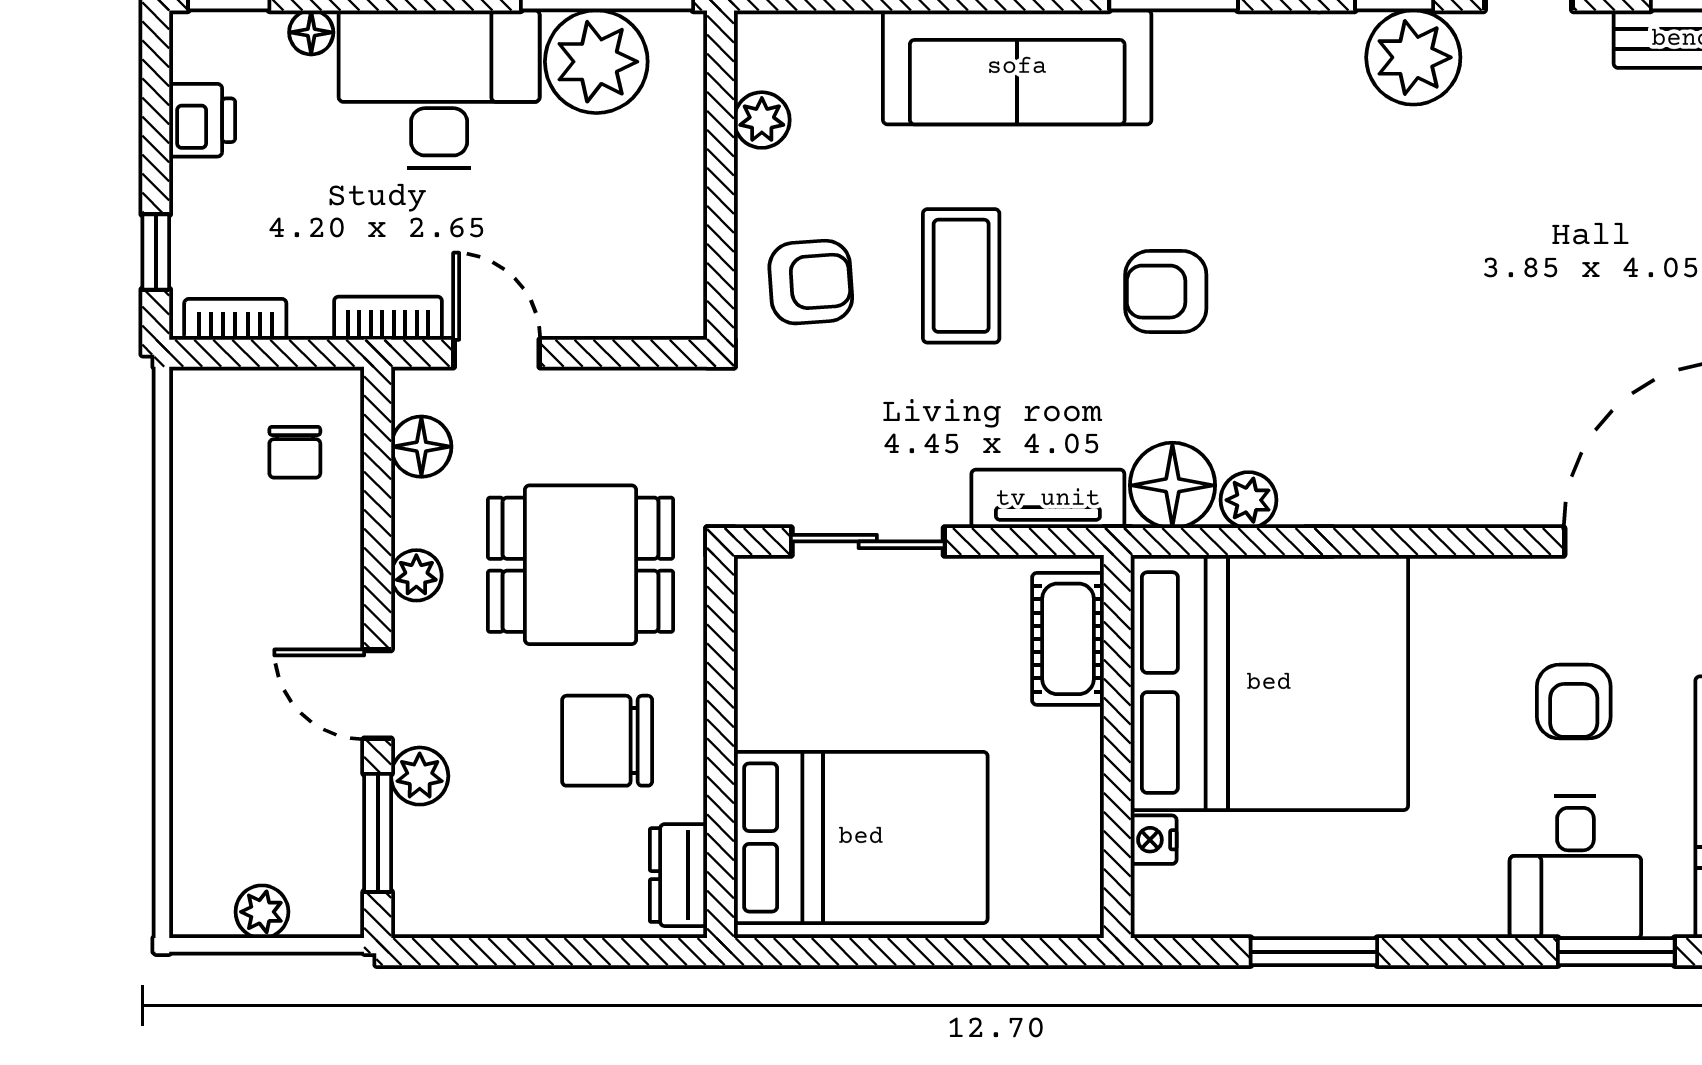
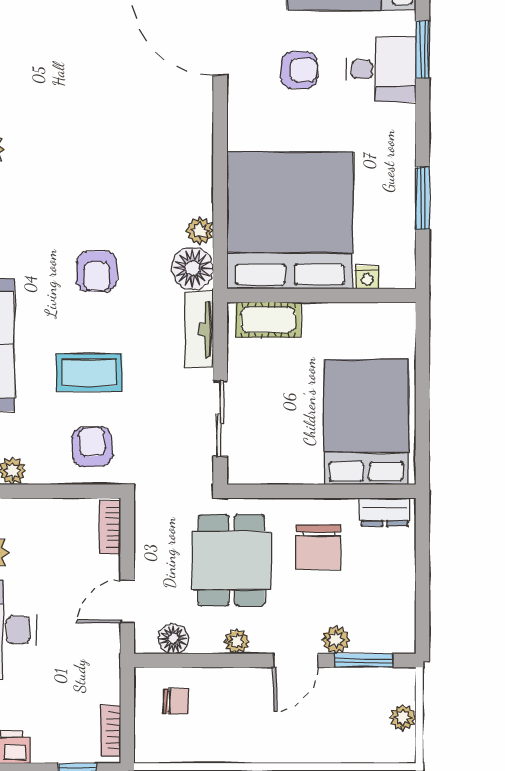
bookcase: (388, 318) -> (110, 527), moved

